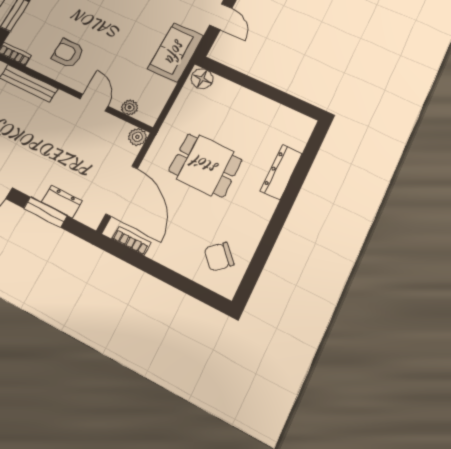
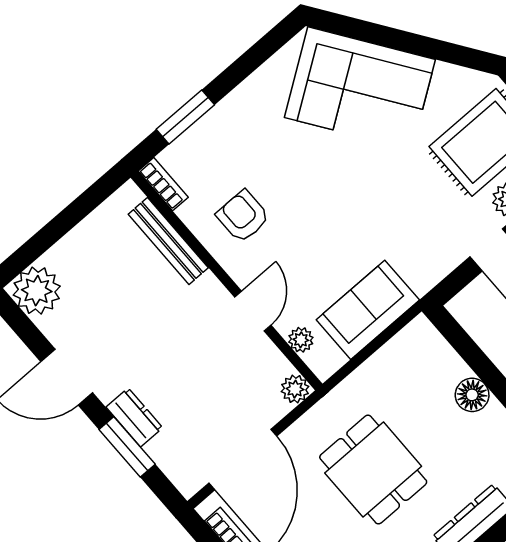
sofa: (176, 52) -> (368, 310), moved
floor lamp: (202, 79) -> (472, 395), moved
dresser: (62, 202) -> (134, 417), moved

